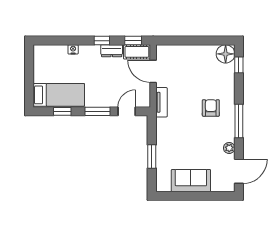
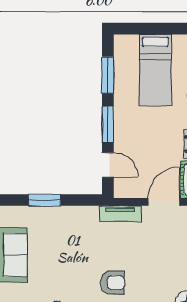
bed: (59, 95) -> (155, 70), moved
window: (62, 111) -> (108, 75), width x1.50

